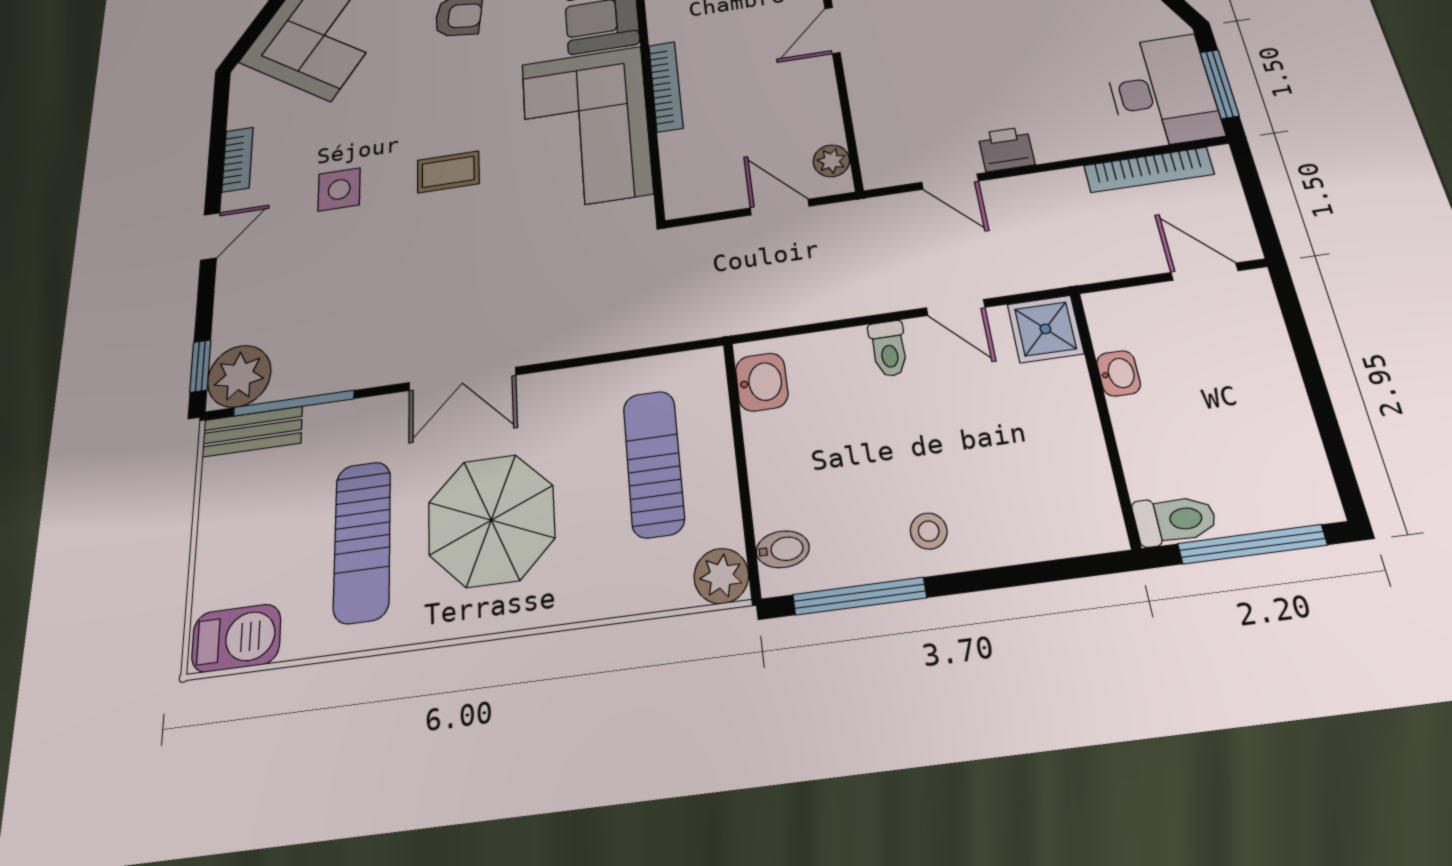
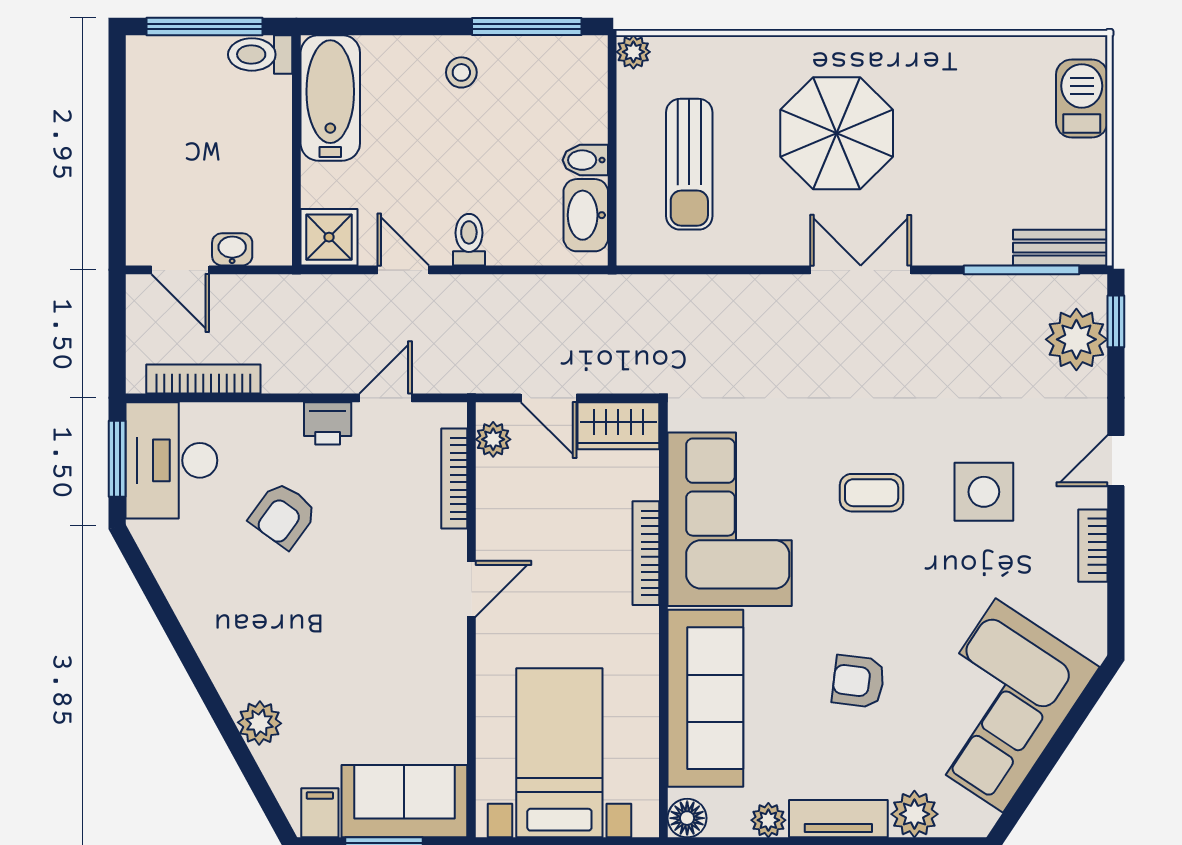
armchair: (1033, 62) -> (283, 515), added
bookcase: (865, 120) -> (454, 479), added
door: (950, 182) -> (386, 398), hinge flipped
side table: (339, 189) -> (984, 492), width x1.37, depth x1.37
wardrobe: (705, 192) -> (618, 426), added
washbasin: (1119, 373) -> (232, 249), moved, turned 90
plant: (239, 376) -> (1076, 339), moved
washbasin: (762, 382) -> (586, 215), width x1.38
bathtub: (1078, 481) -> (330, 98), added
sun lounger: (362, 541) -> (953, 130), removed
bidet: (783, 549) -> (585, 160), moved
plant: (721, 576) -> (633, 52), width x0.73, depth x0.73
barbecue: (236, 638) -> (1082, 98), moved, turned 90

